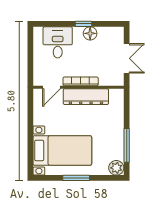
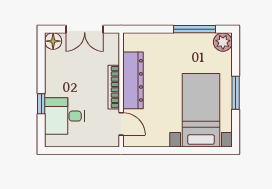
window: (83, 24) -> (41, 104), moved
floor lamp: (90, 33) -> (53, 41), moved
double door: (127, 58) -> (85, 29), swing flipped

